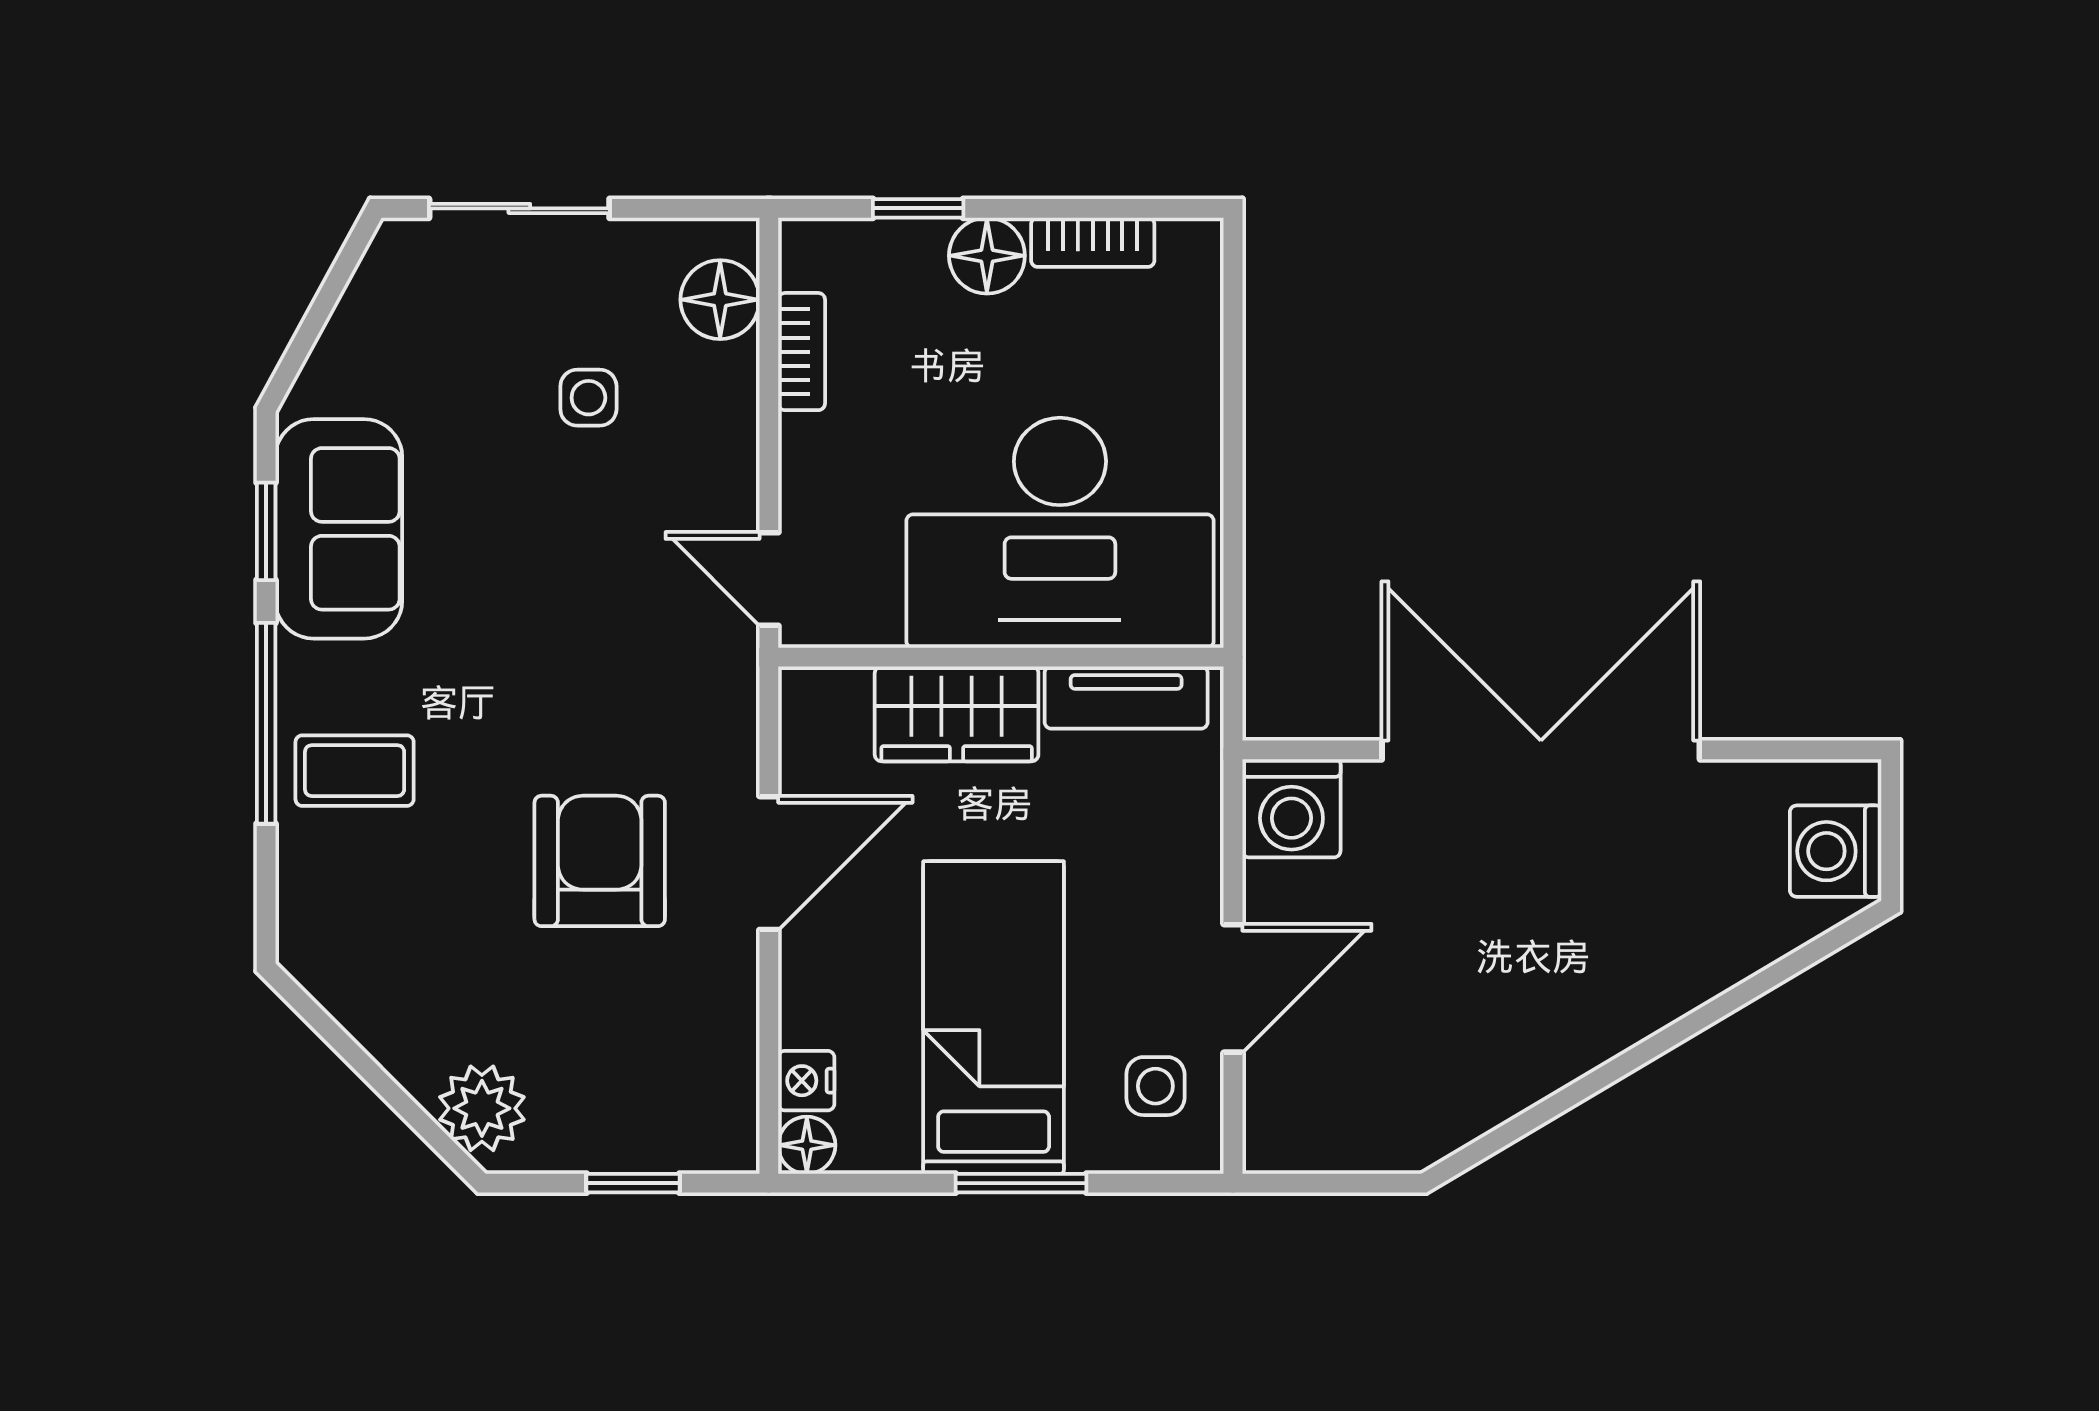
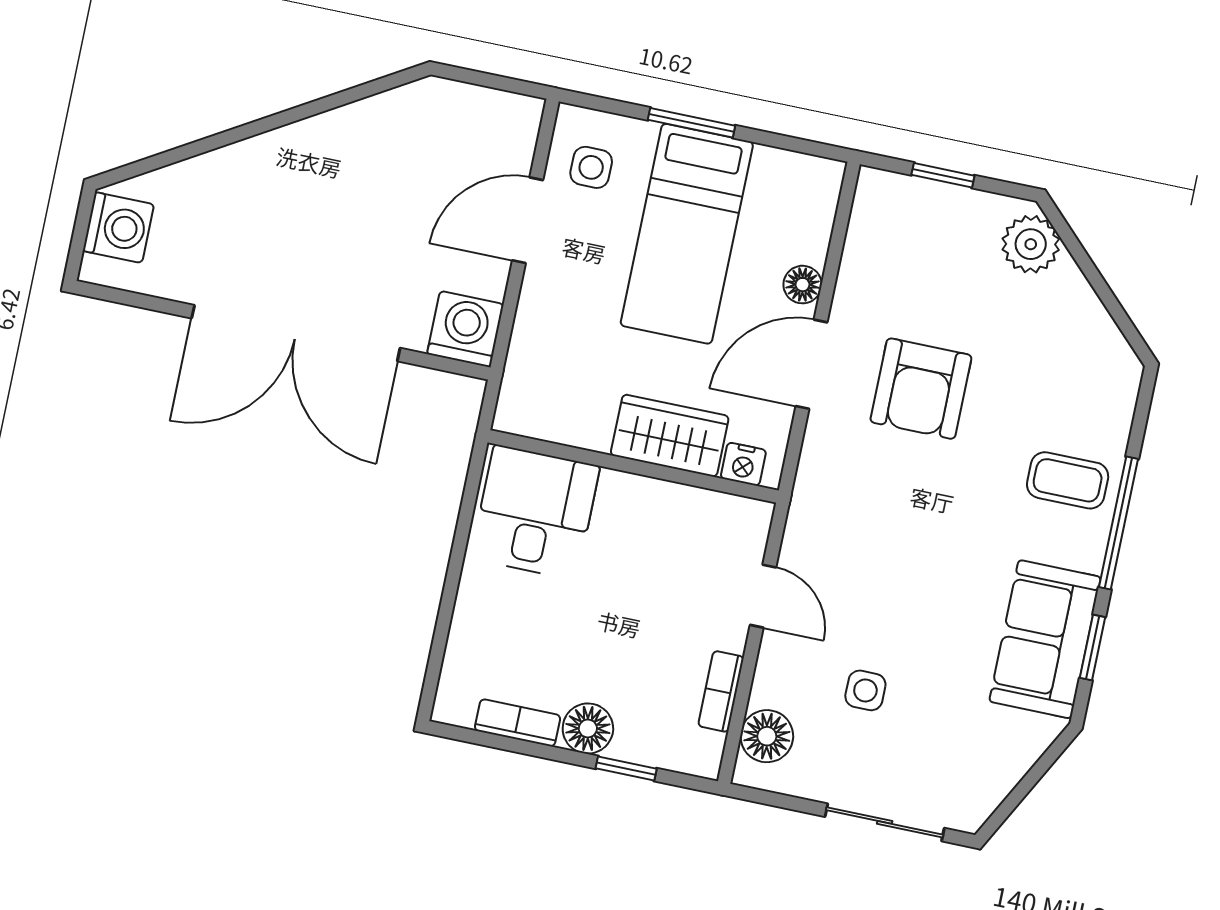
desk: (1060, 533) -> (535, 512), width x0.53, depth x0.77
door: (769, 579) -> (763, 596), moved
tv unit: (1126, 697) -> (558, 423), removed
nightstand: (806, 1081) -> (743, 464), moved, turned 90
floor lamp: (807, 1145) -> (803, 285), moved

